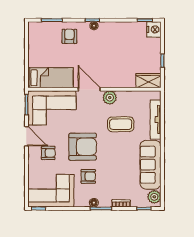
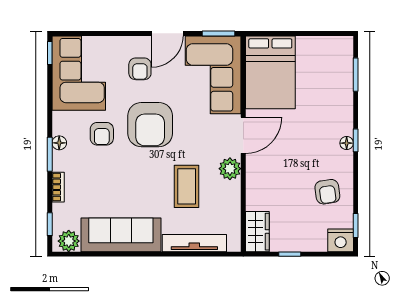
armchair: (69, 36) -> (327, 192), moved, turned 82
bed: (50, 78) -> (270, 72), width x1.50

